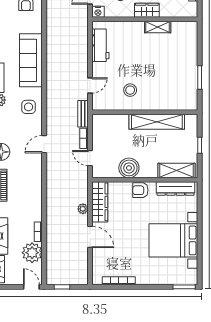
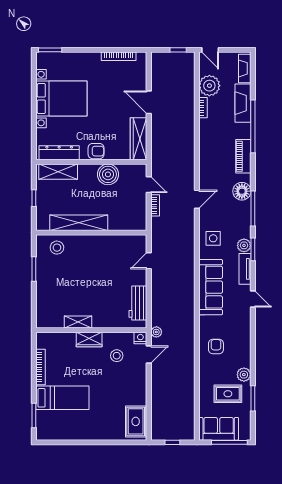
stool: (130, 90) -> (57, 248), moved
bench: (83, 114) -> (156, 231), removed
plant: (83, 209) -> (156, 332), moved

